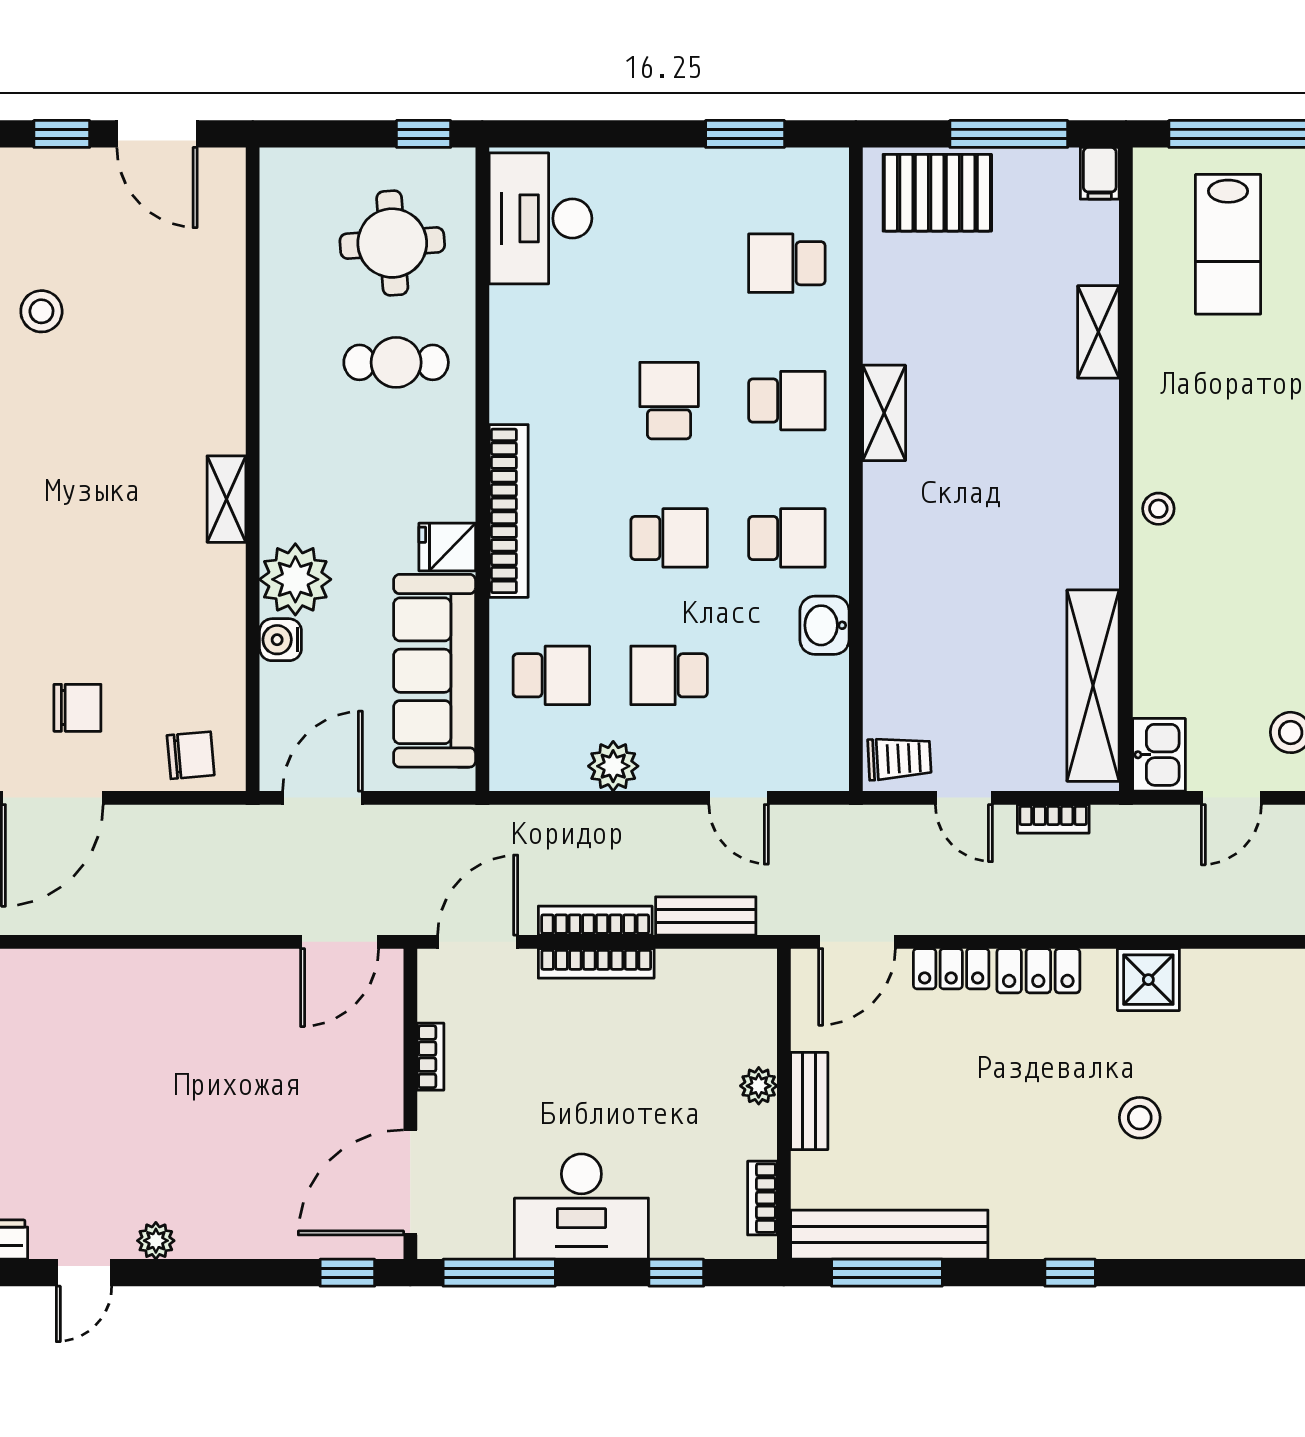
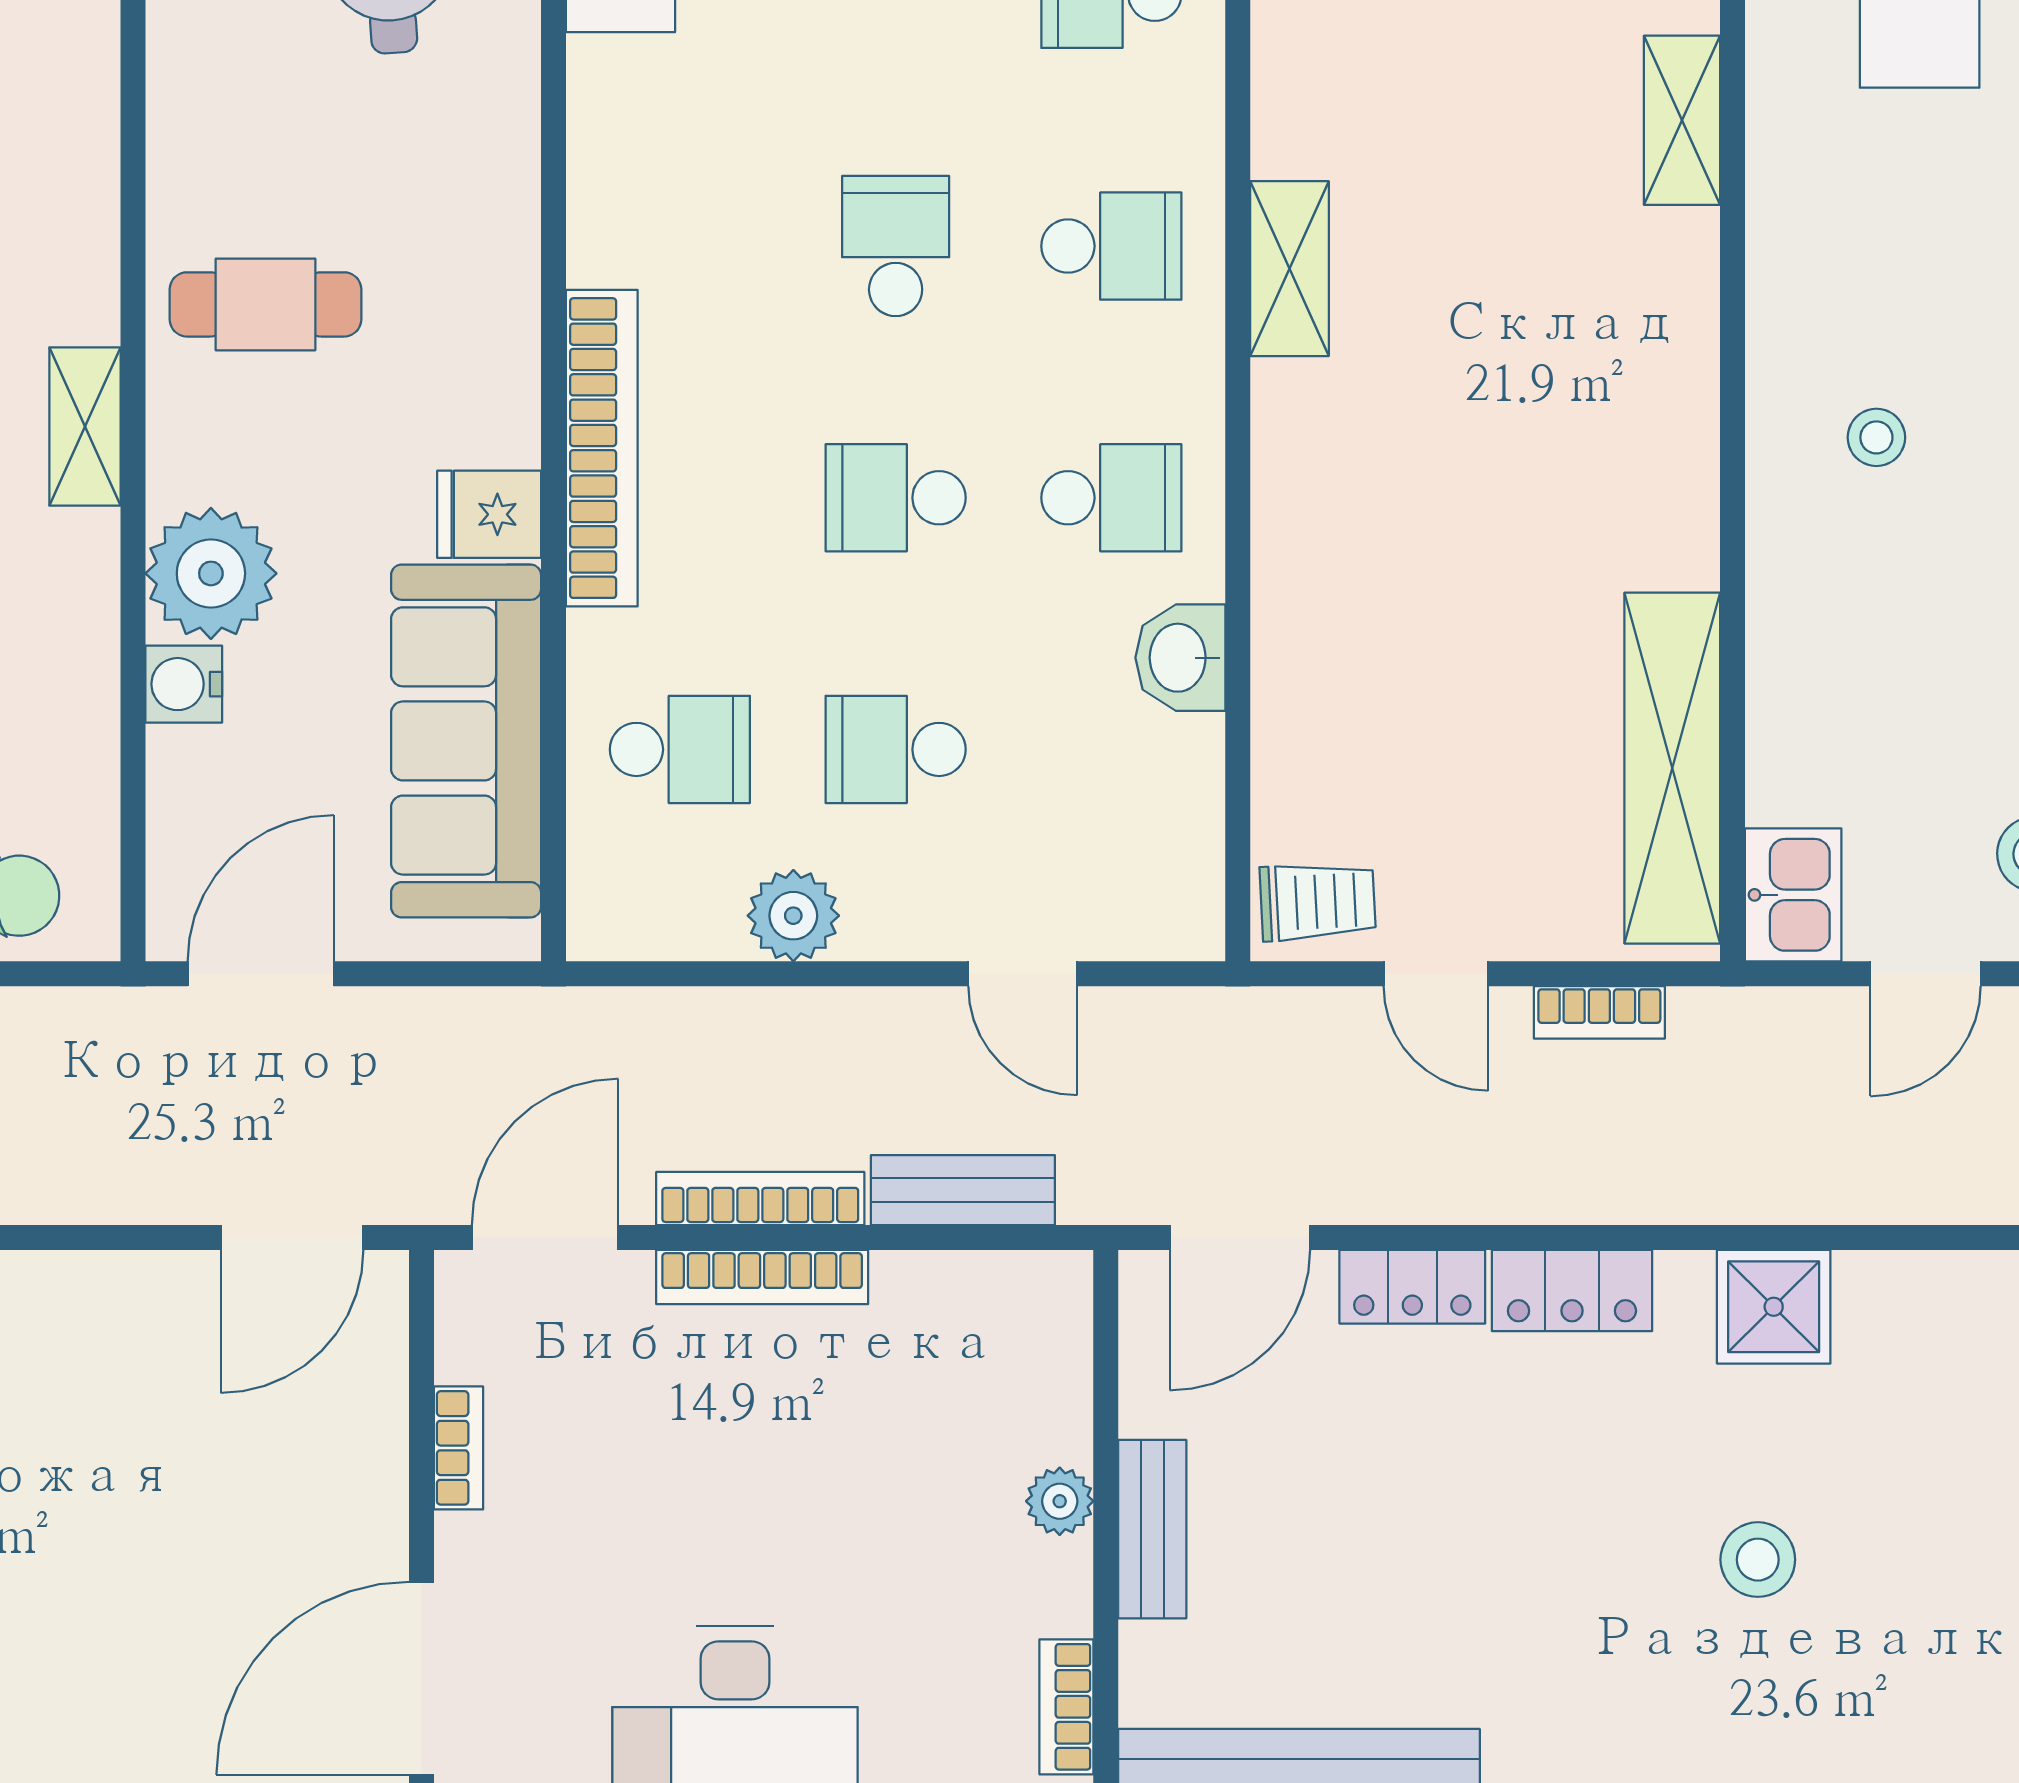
cafe table: (396, 362) -> (266, 304), moved
stool: (1158, 509) -> (1876, 437), moved
school desk: (669, 538) -> (896, 498), turned 180

